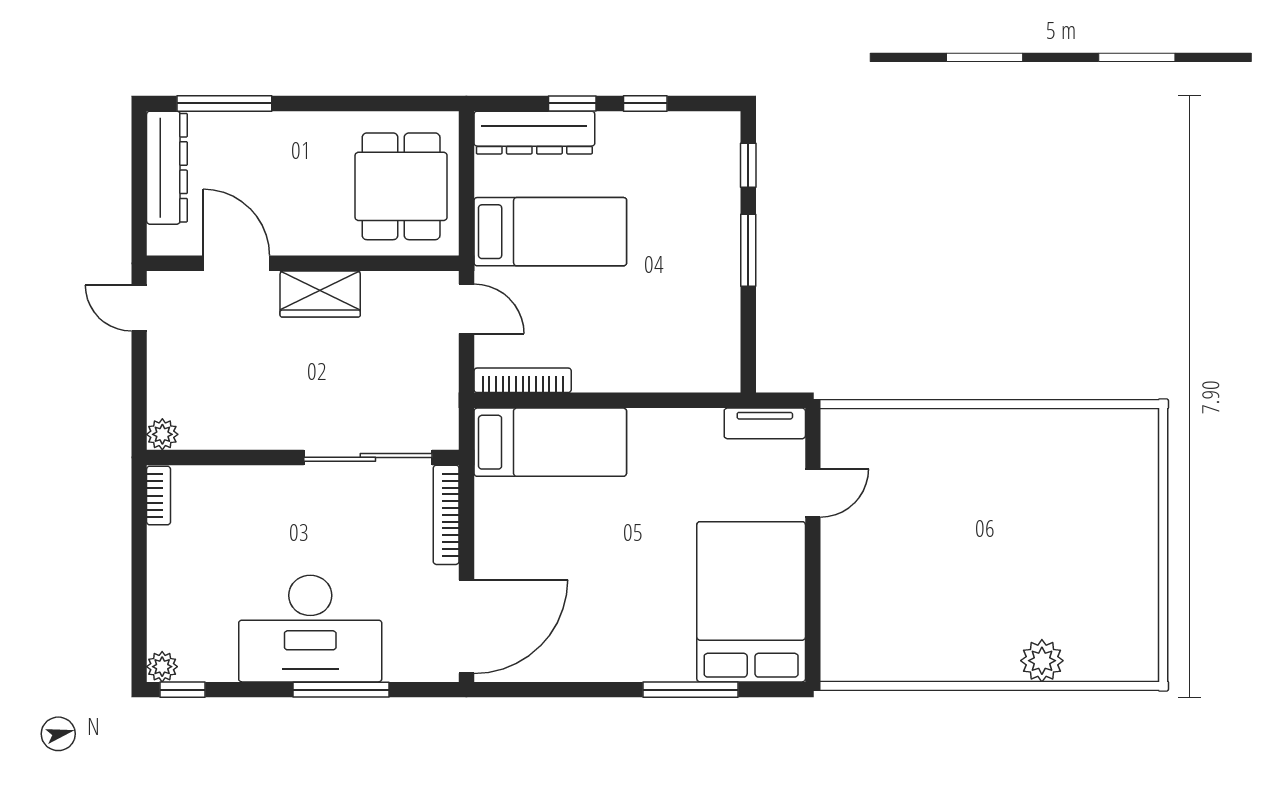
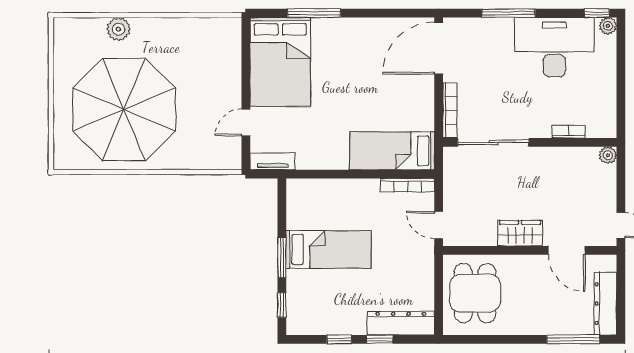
bed: (550, 232) -> (329, 250), moved, turned 180
bookcase: (159, 496) -> (569, 132), moved, turned 90
parasol: (1032, 516) -> (124, 109), added
desk: (310, 629) -> (554, 47), moved

